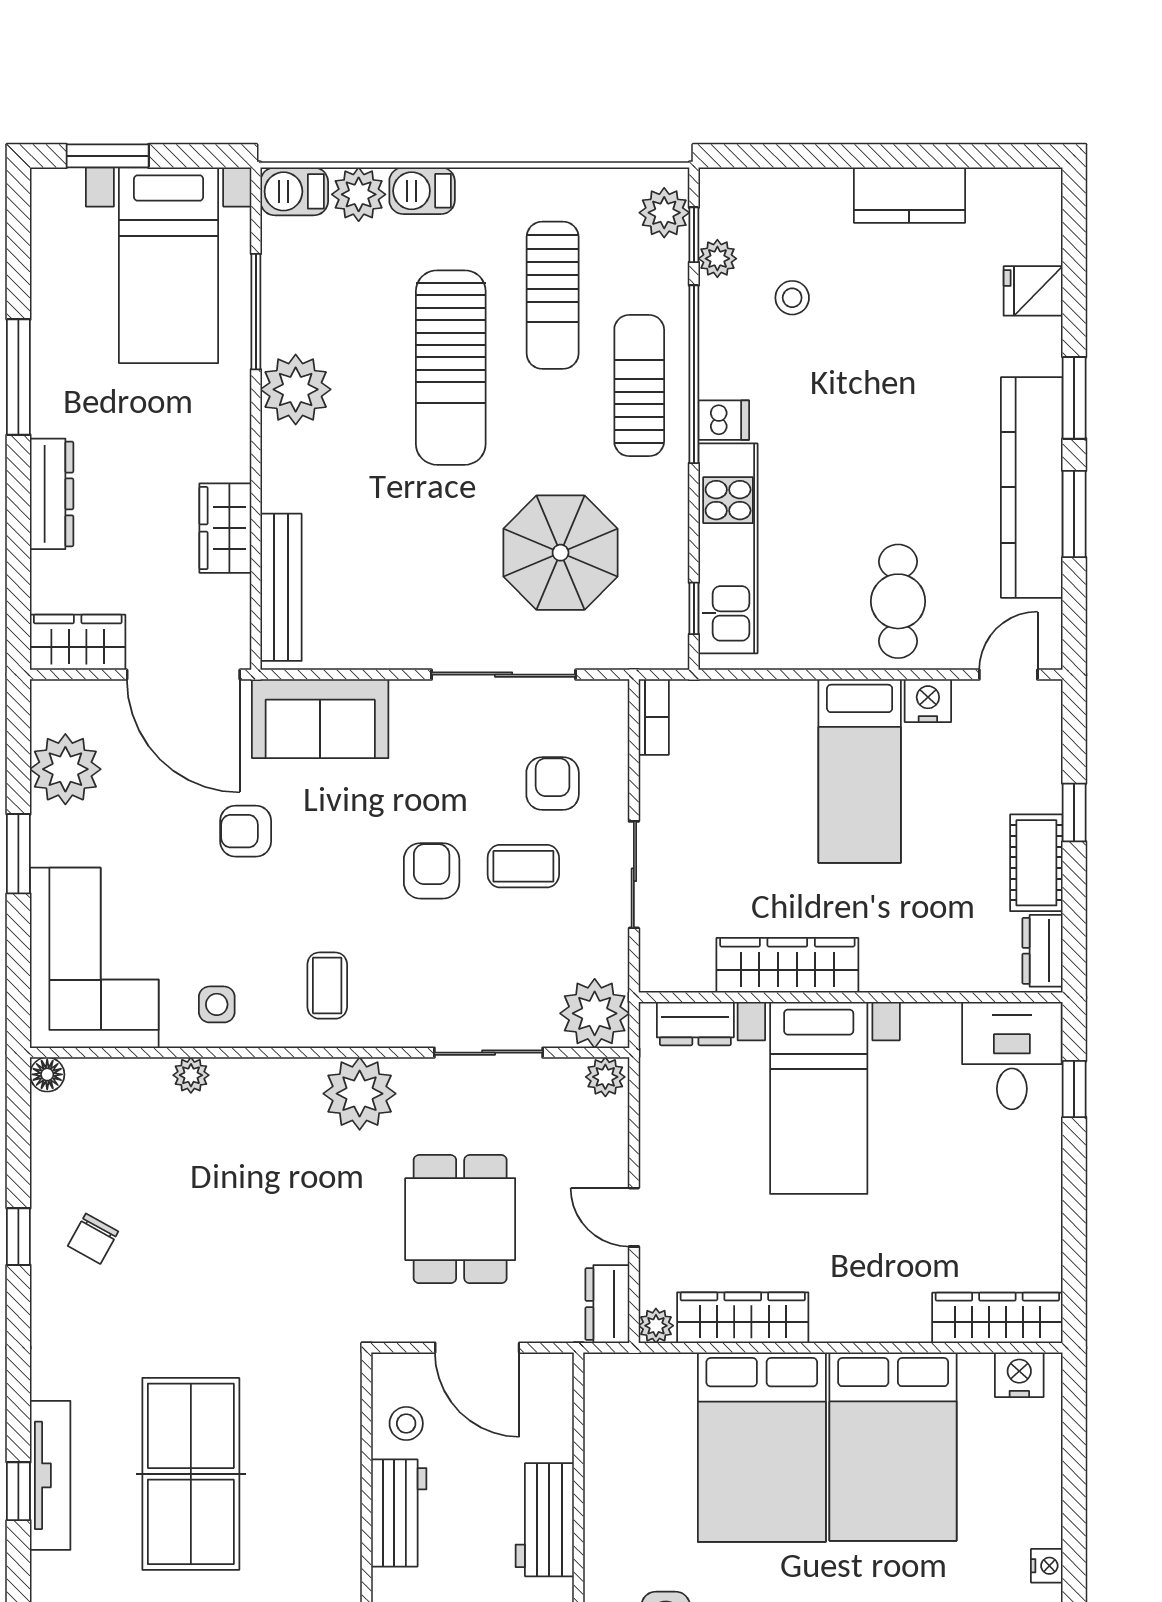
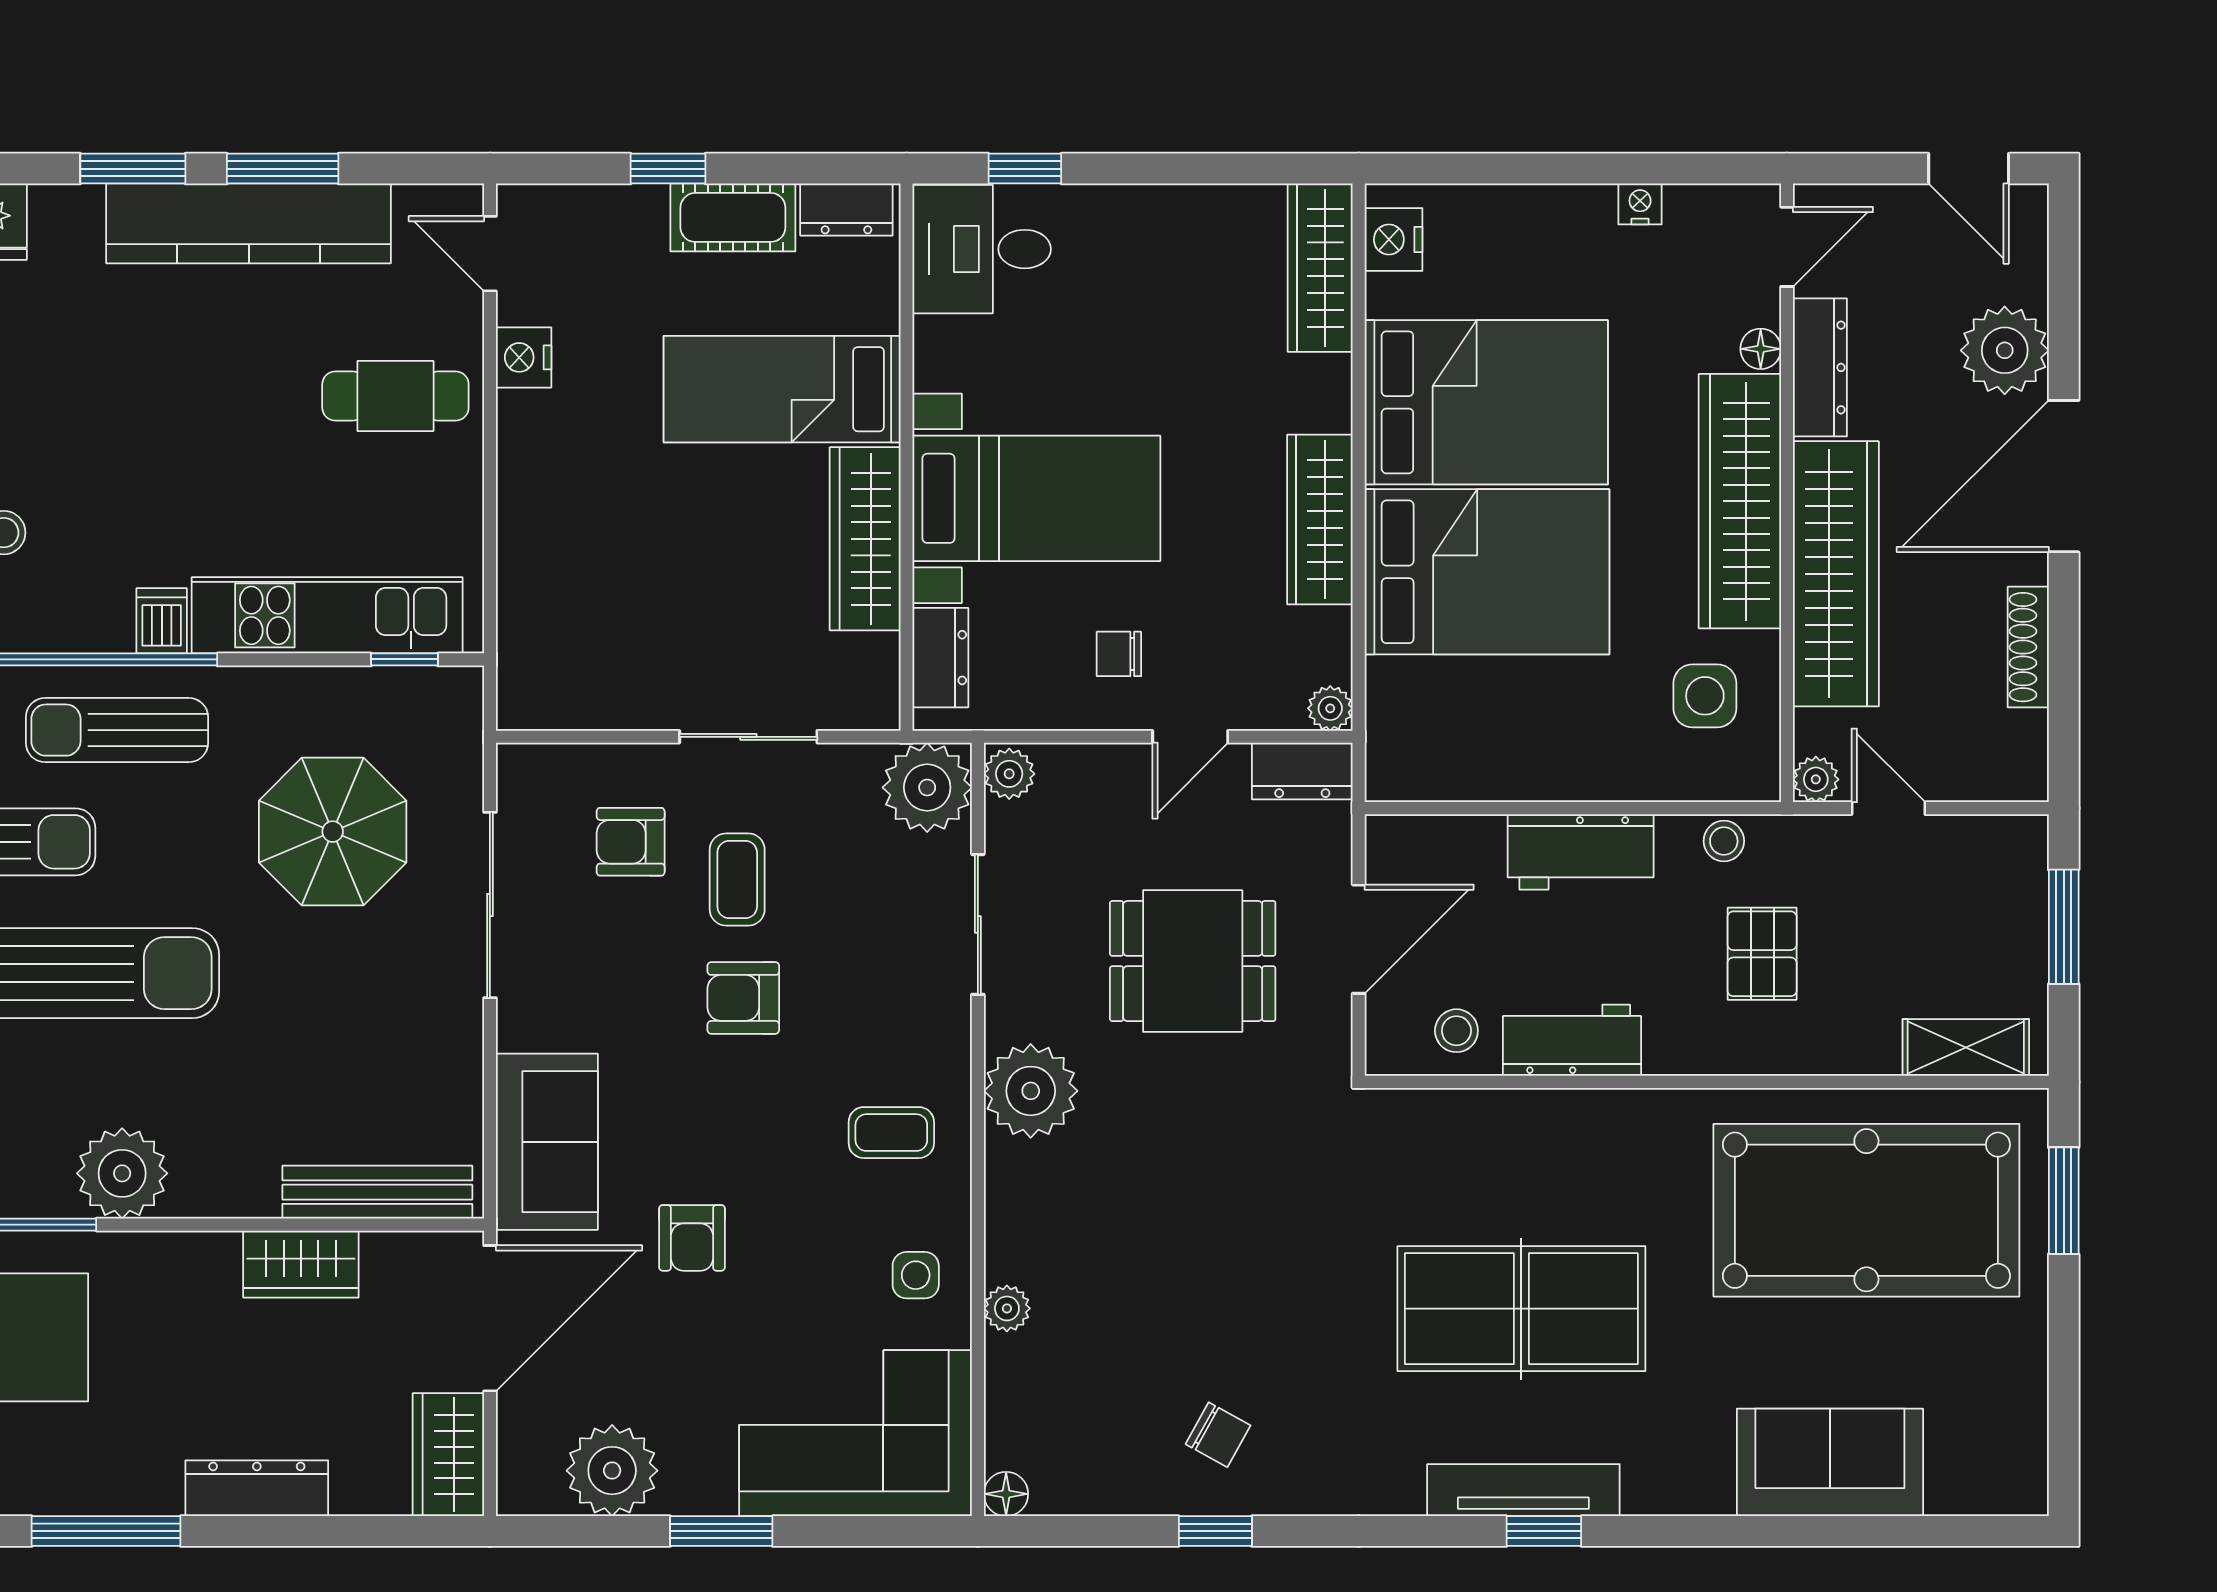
bookcase: (654, 717) -> (545, 711), removed
bed: (860, 771) -> (782, 389), moved, turned 180
chair: (698, 1162) -> (1119, 654), added
wardrobe: (743, 1318) -> (1320, 520), moved

